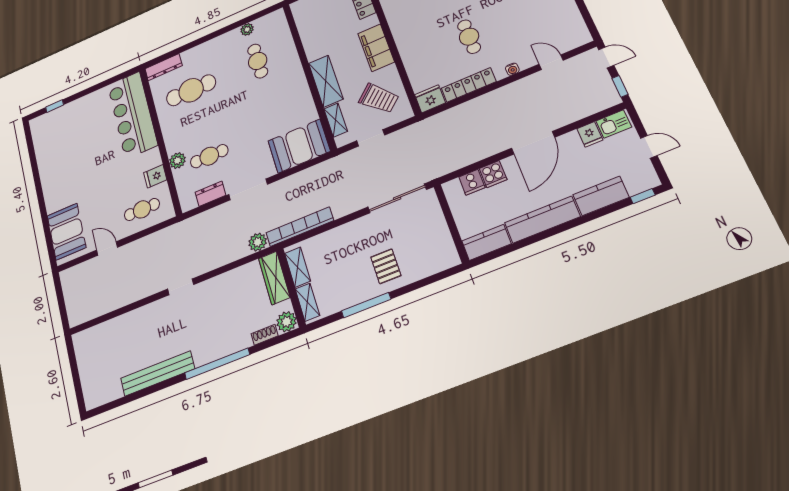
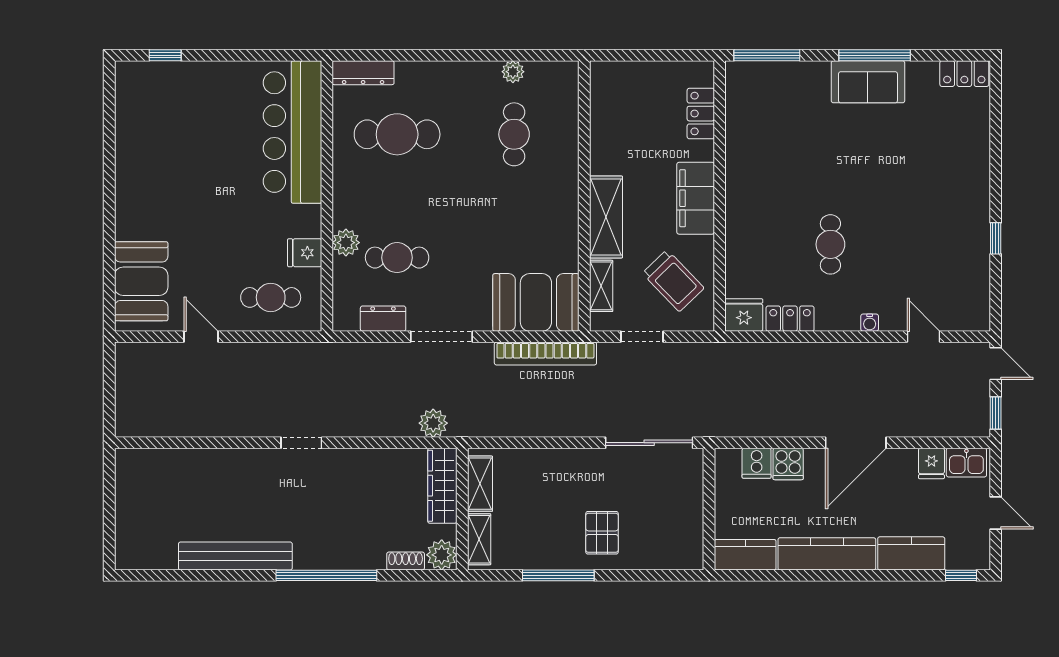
locker: (469, 85) -> (790, 319), width x0.66
bookcase: (300, 227) -> (545, 353), moved, turned 180

